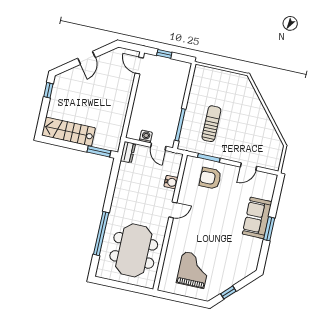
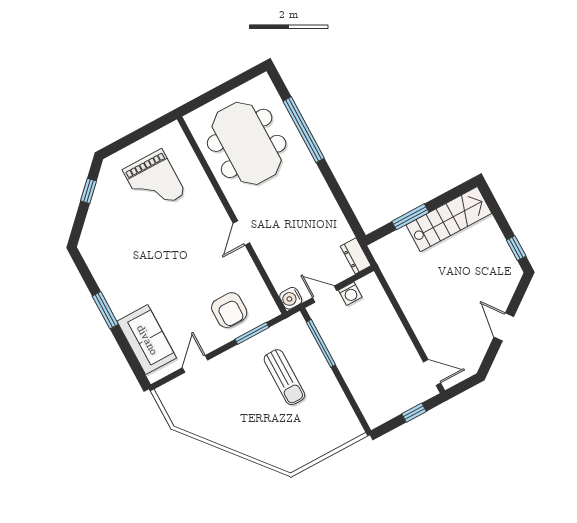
window: (99, 151) -> (410, 217), moved
armchair: (210, 178) -> (229, 310), turned 90
water cooler: (171, 182) -> (291, 298), moved
sofa: (257, 218) -> (147, 340), moved

